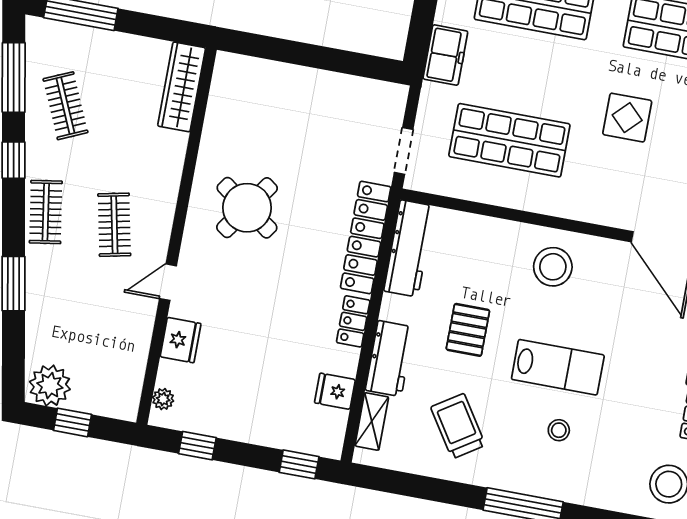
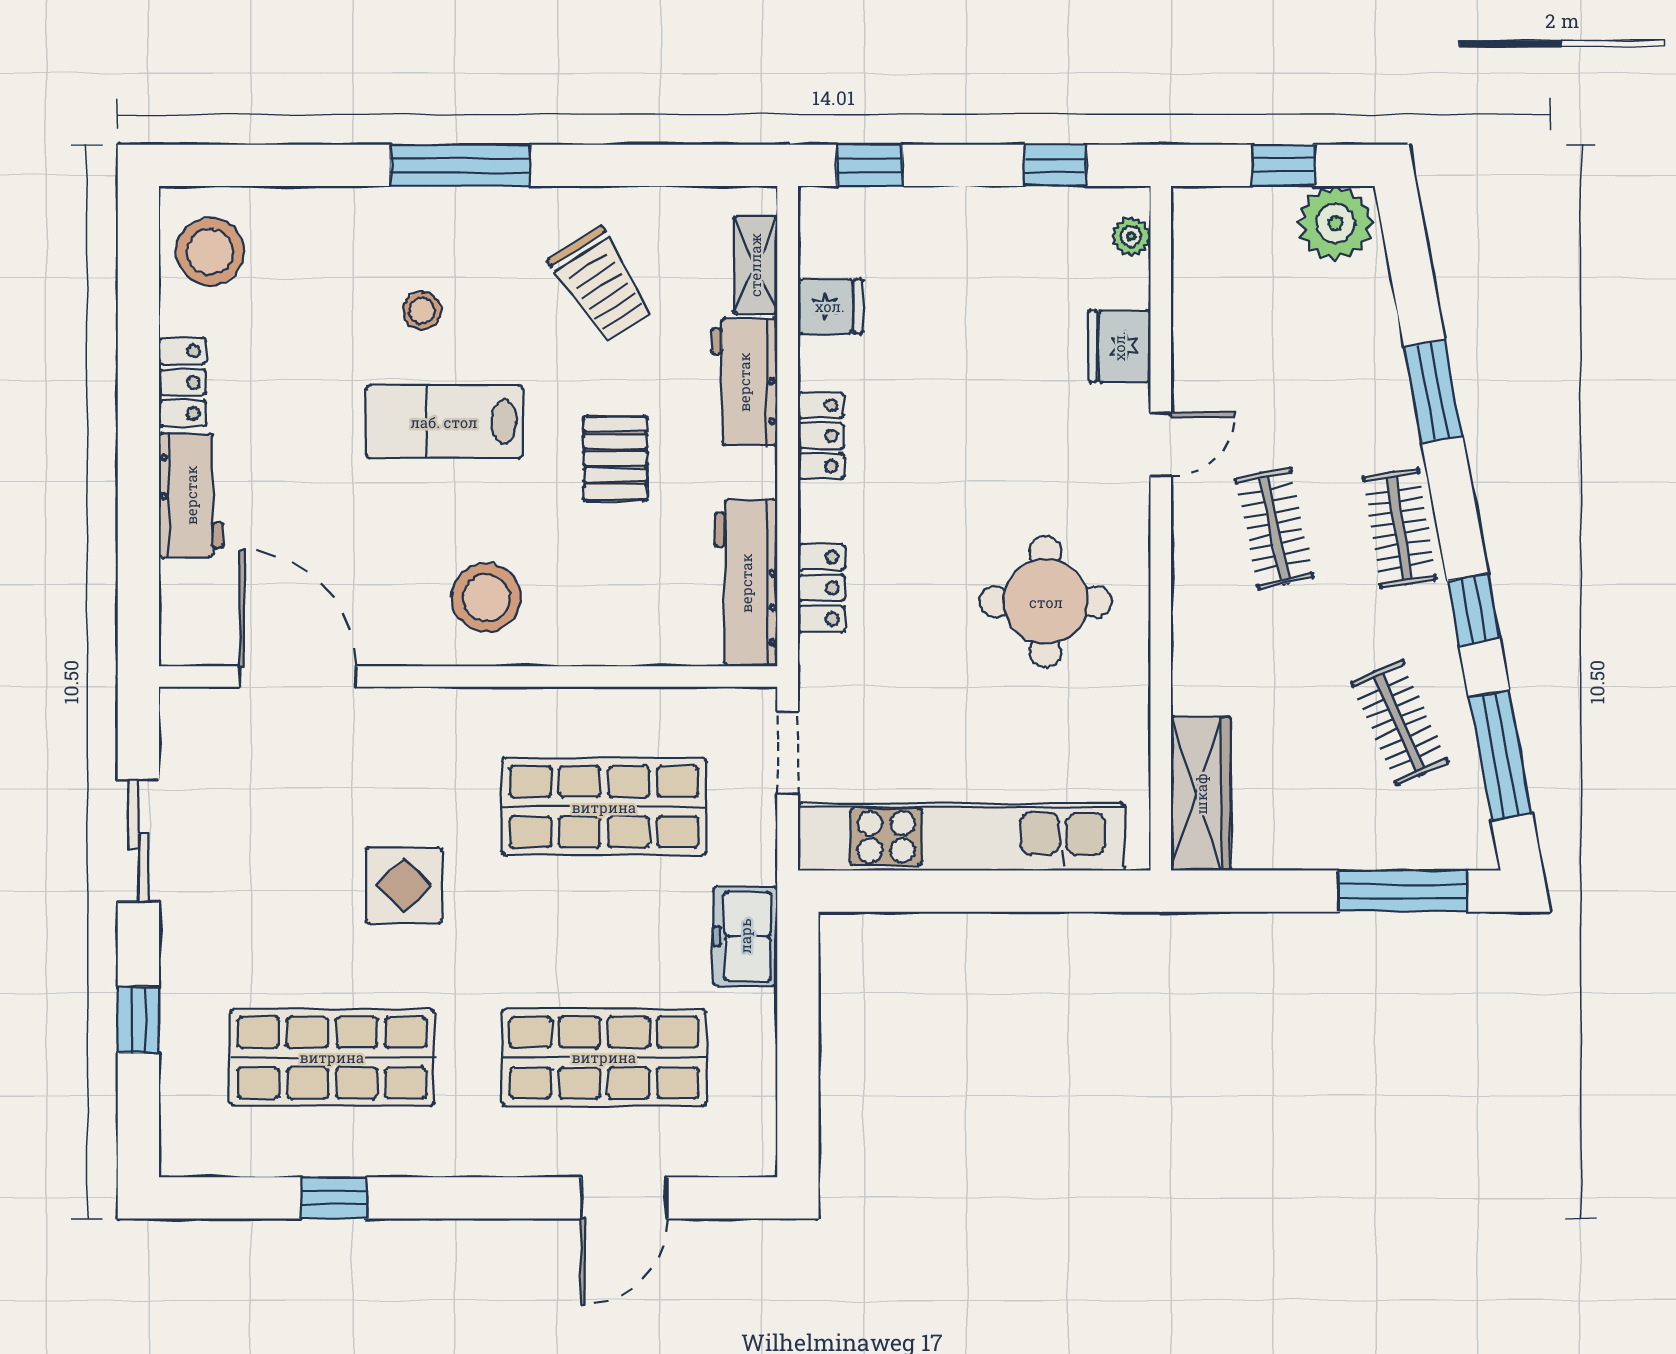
kitchen unit: (317, 87) -> (961, 837), added
round table: (247, 208) -> (1046, 602), turned -35
locker: (366, 237) -> (821, 588), width x0.46, depth x0.83

